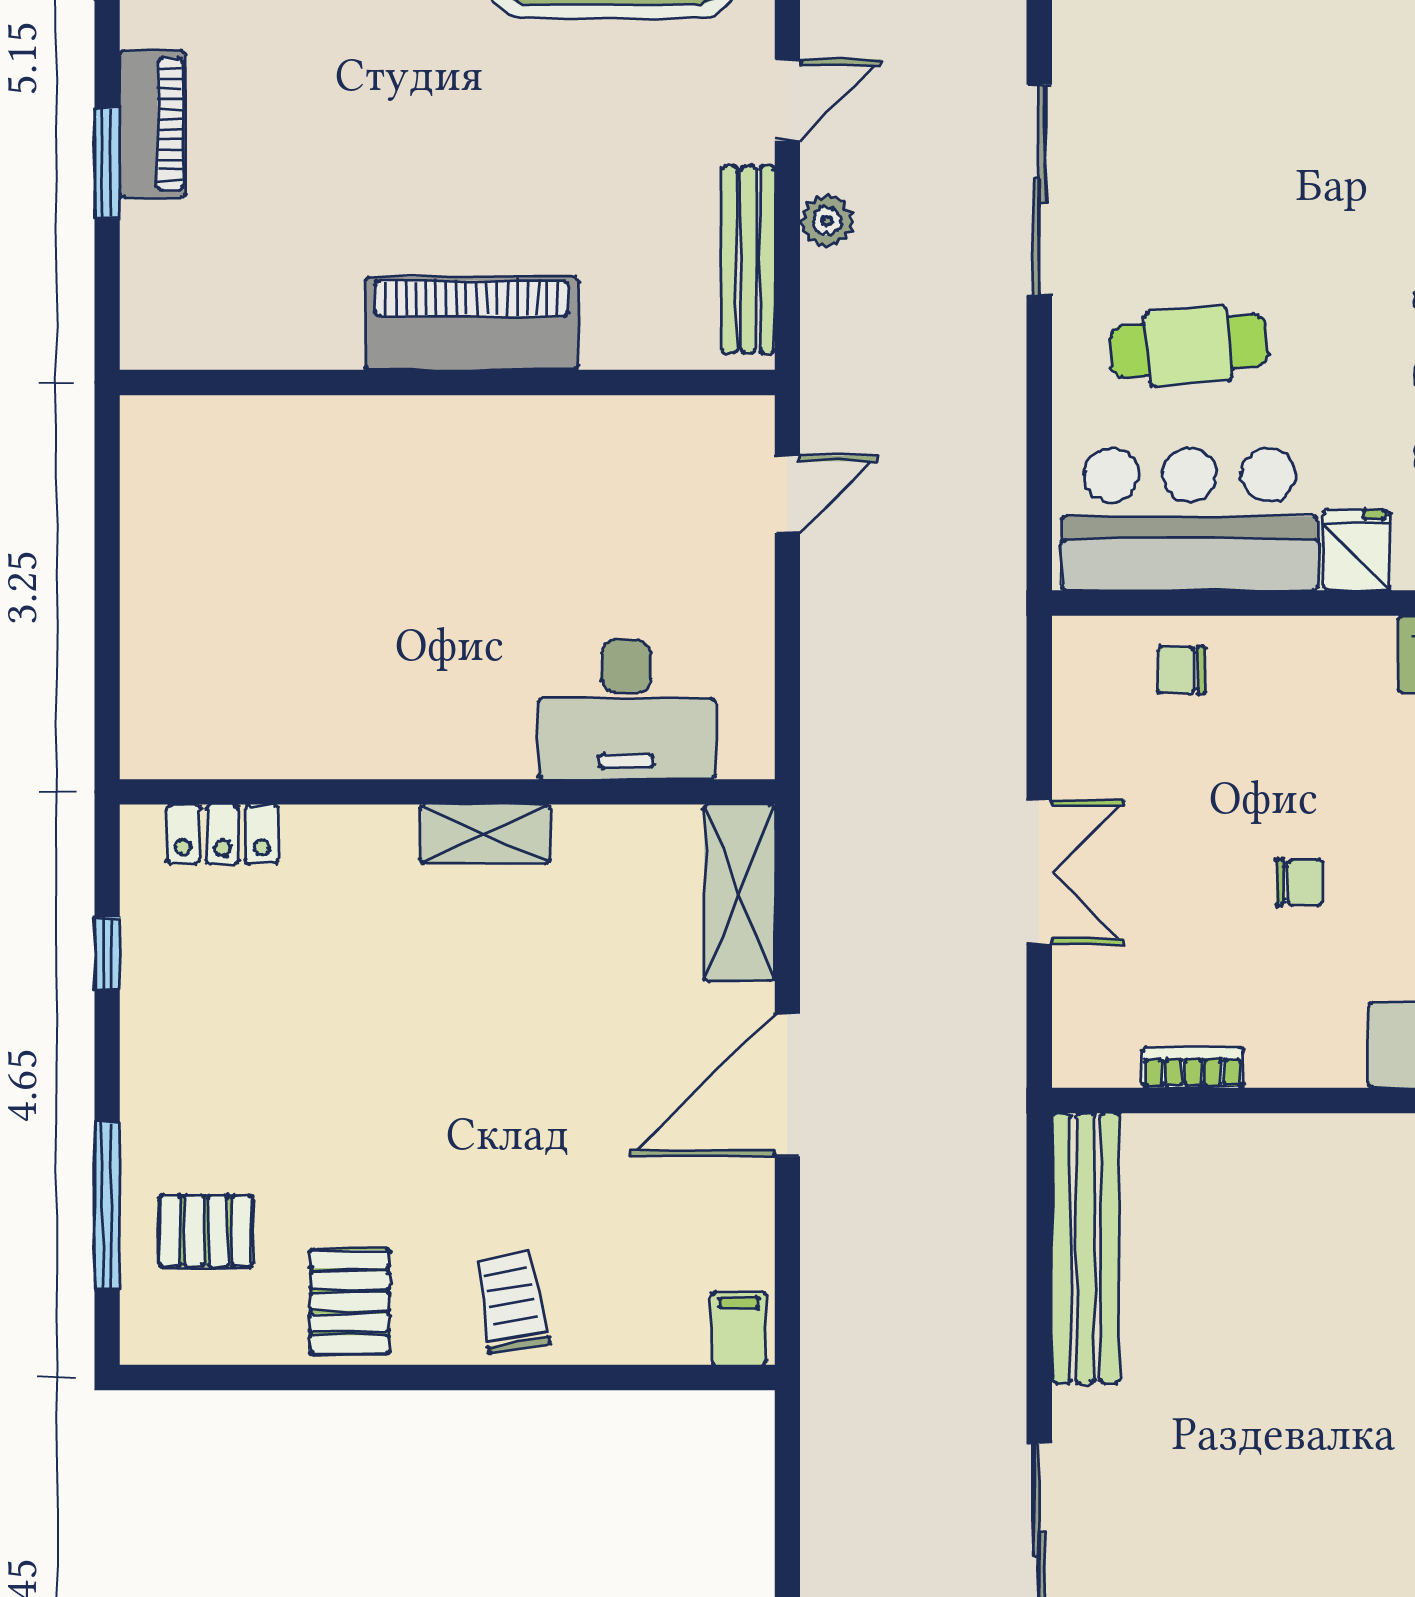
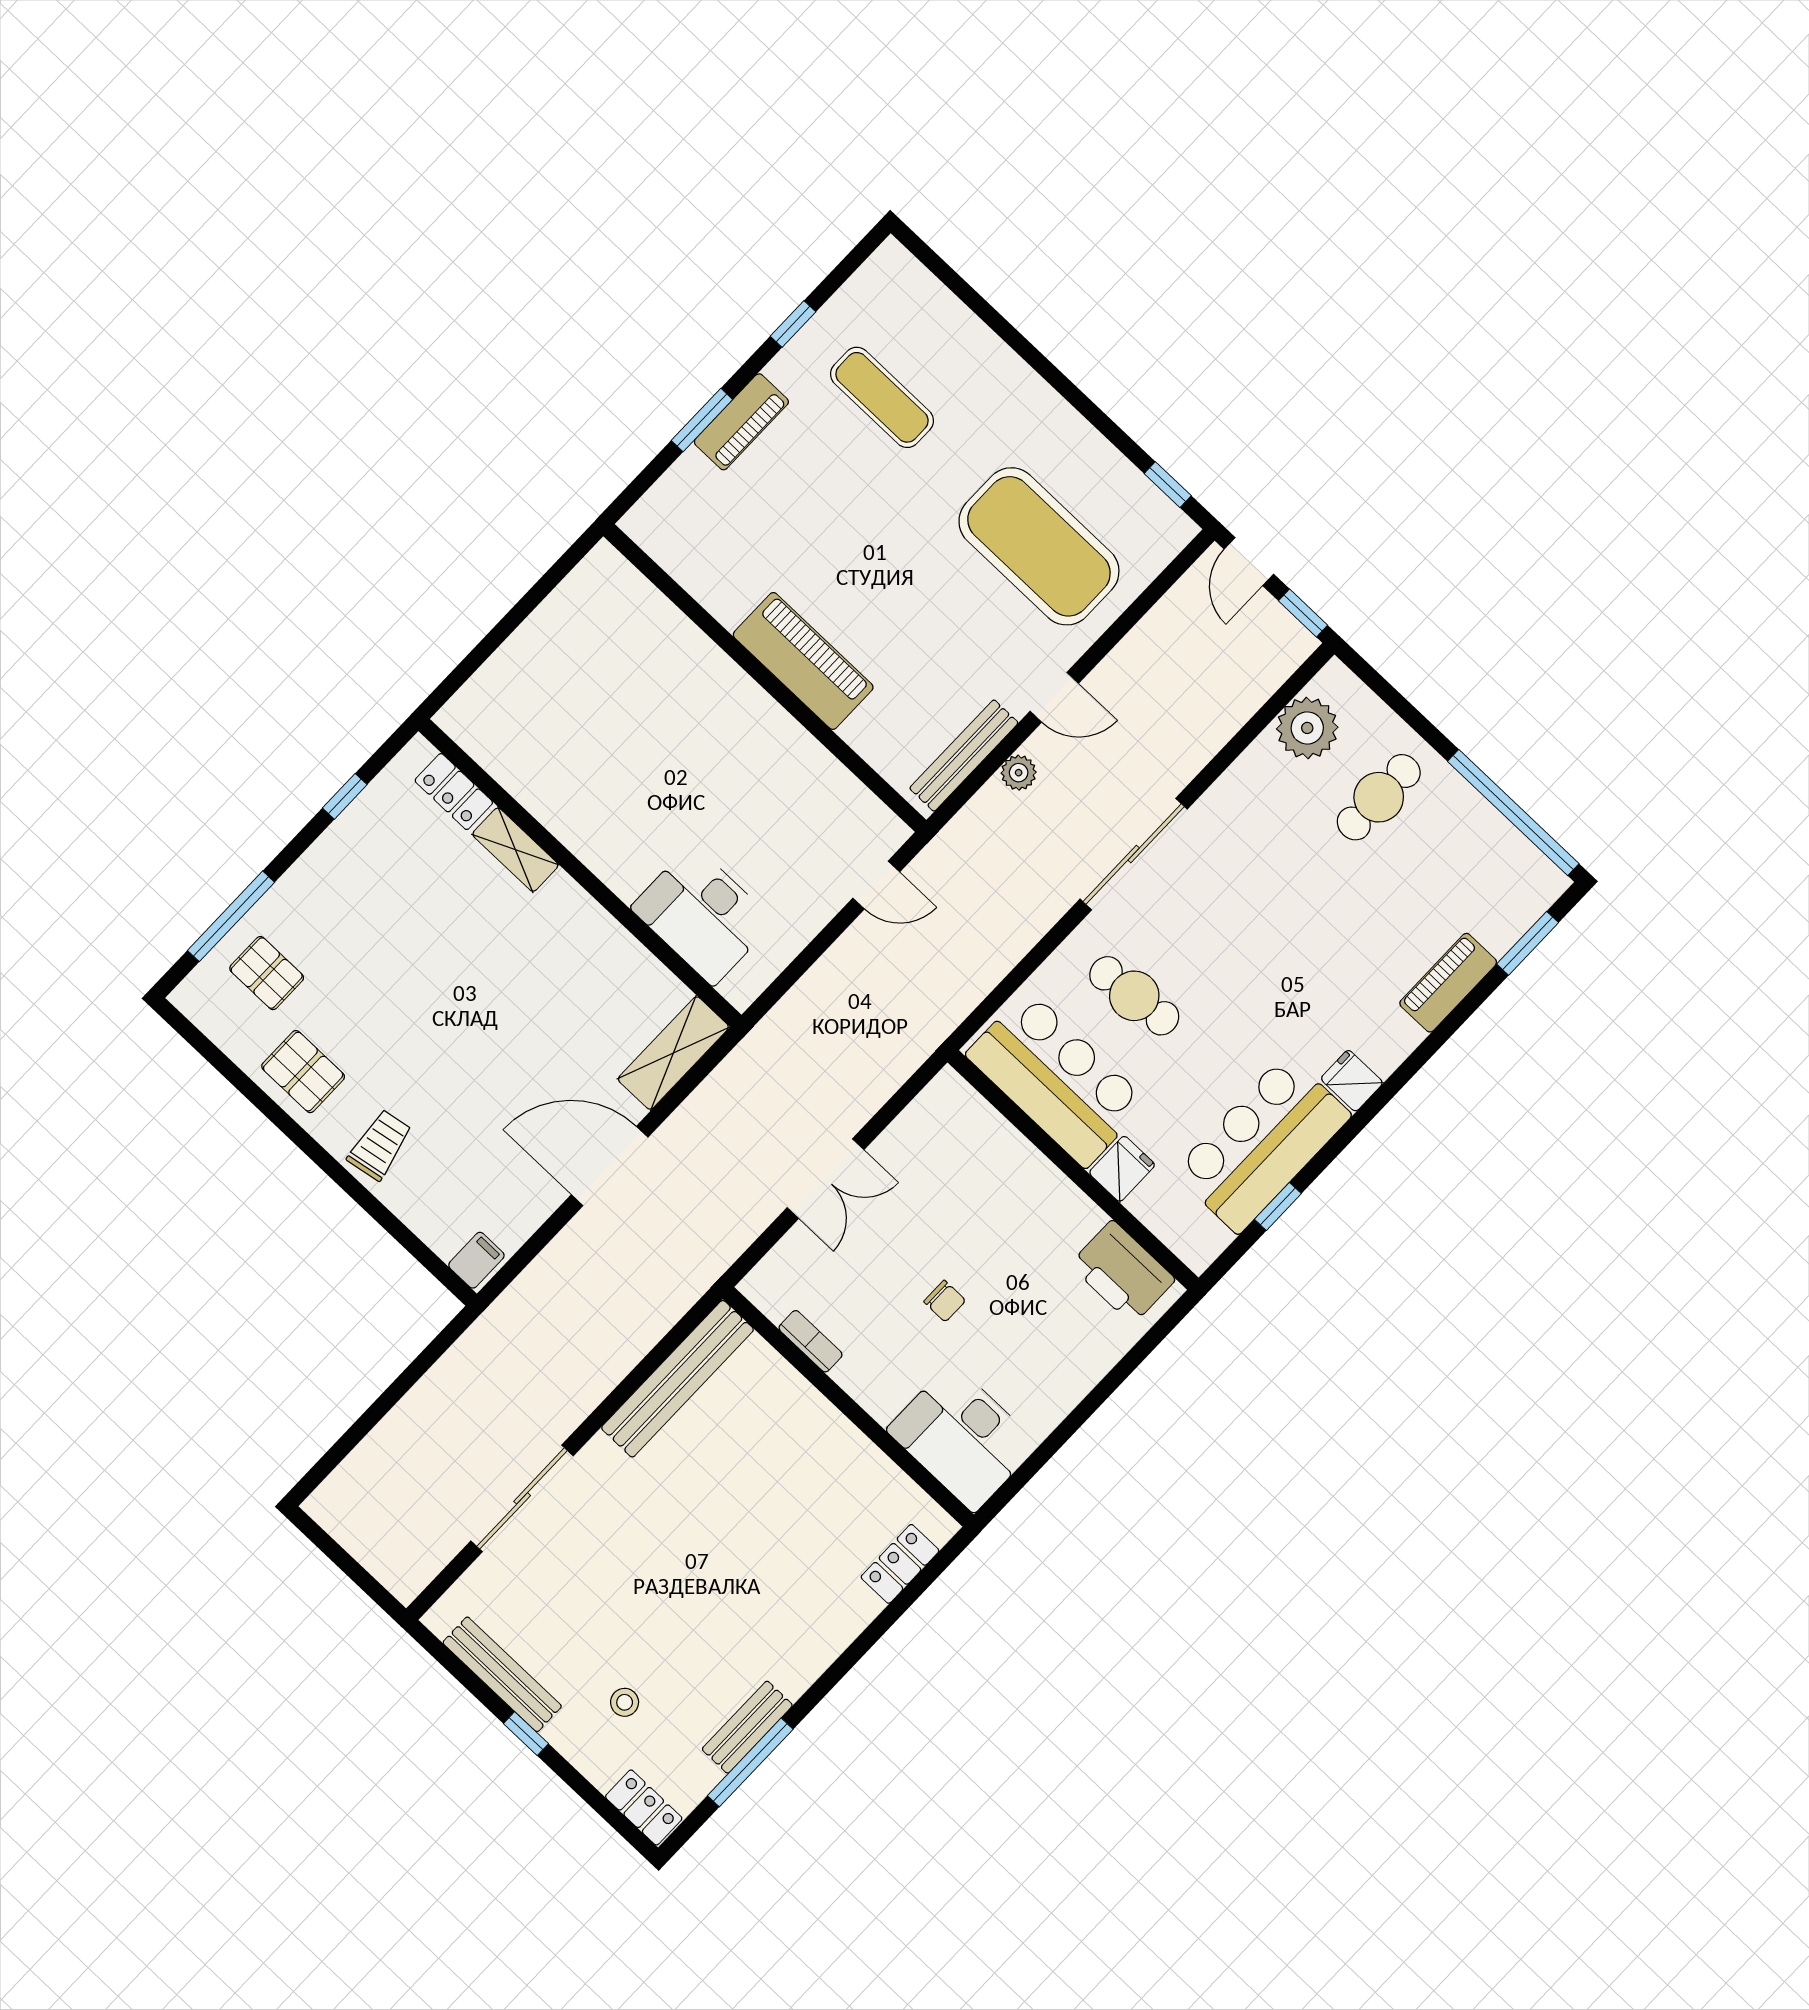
chair: (1182, 670) -> (985, 1147), removed
shelving: (485, 834) -> (515, 850), moved
pallet: (350, 1302) -> (303, 1072), turned 90

